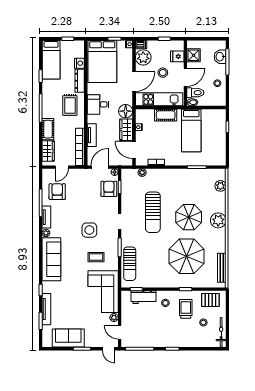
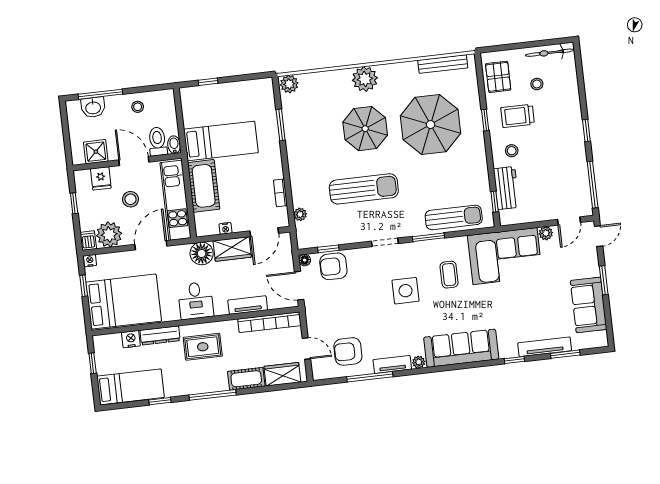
door: (134, 82) -> (151, 245), hinge flipped
cot: (166, 115) -> (204, 186), width x1.37, depth x1.34
plant: (220, 186) -> (289, 84), moved

